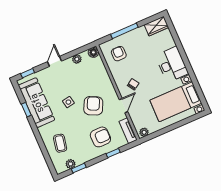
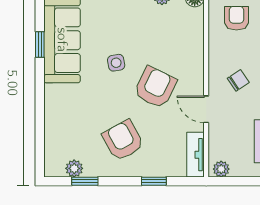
door: (124, 106) -> (206, 109), swing flipped
armchair: (100, 137) -> (123, 140), moved, turned -119
coffee table: (60, 143) -> (72, 126), removed

